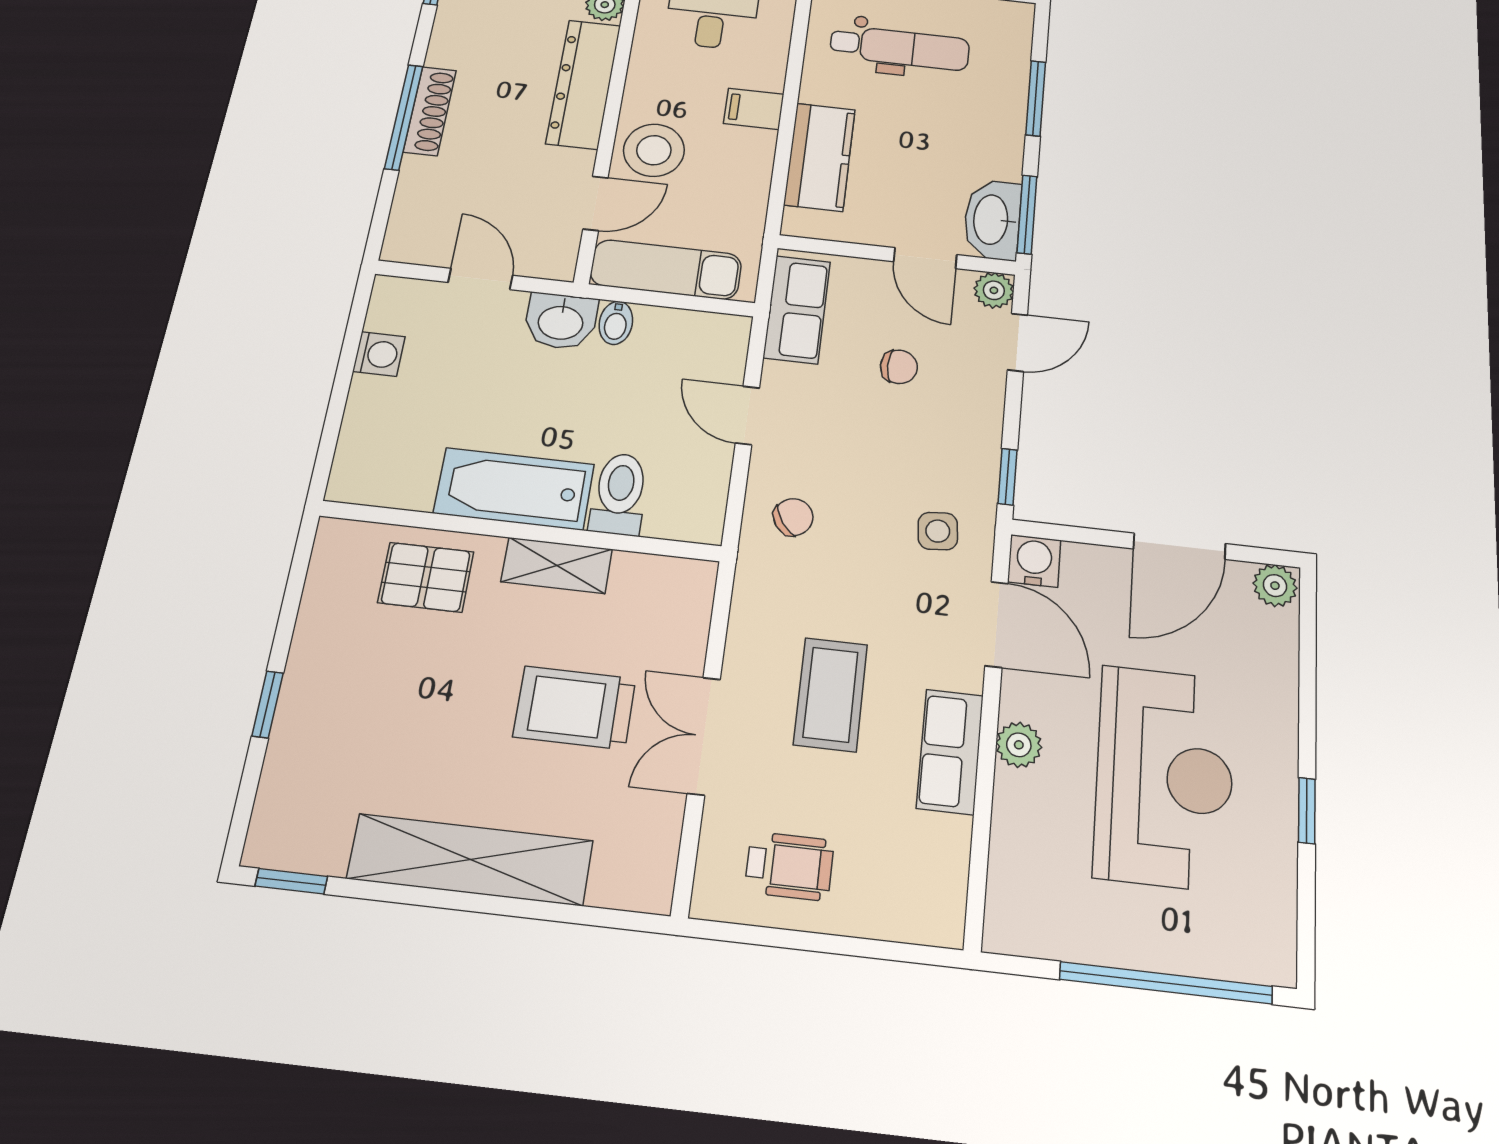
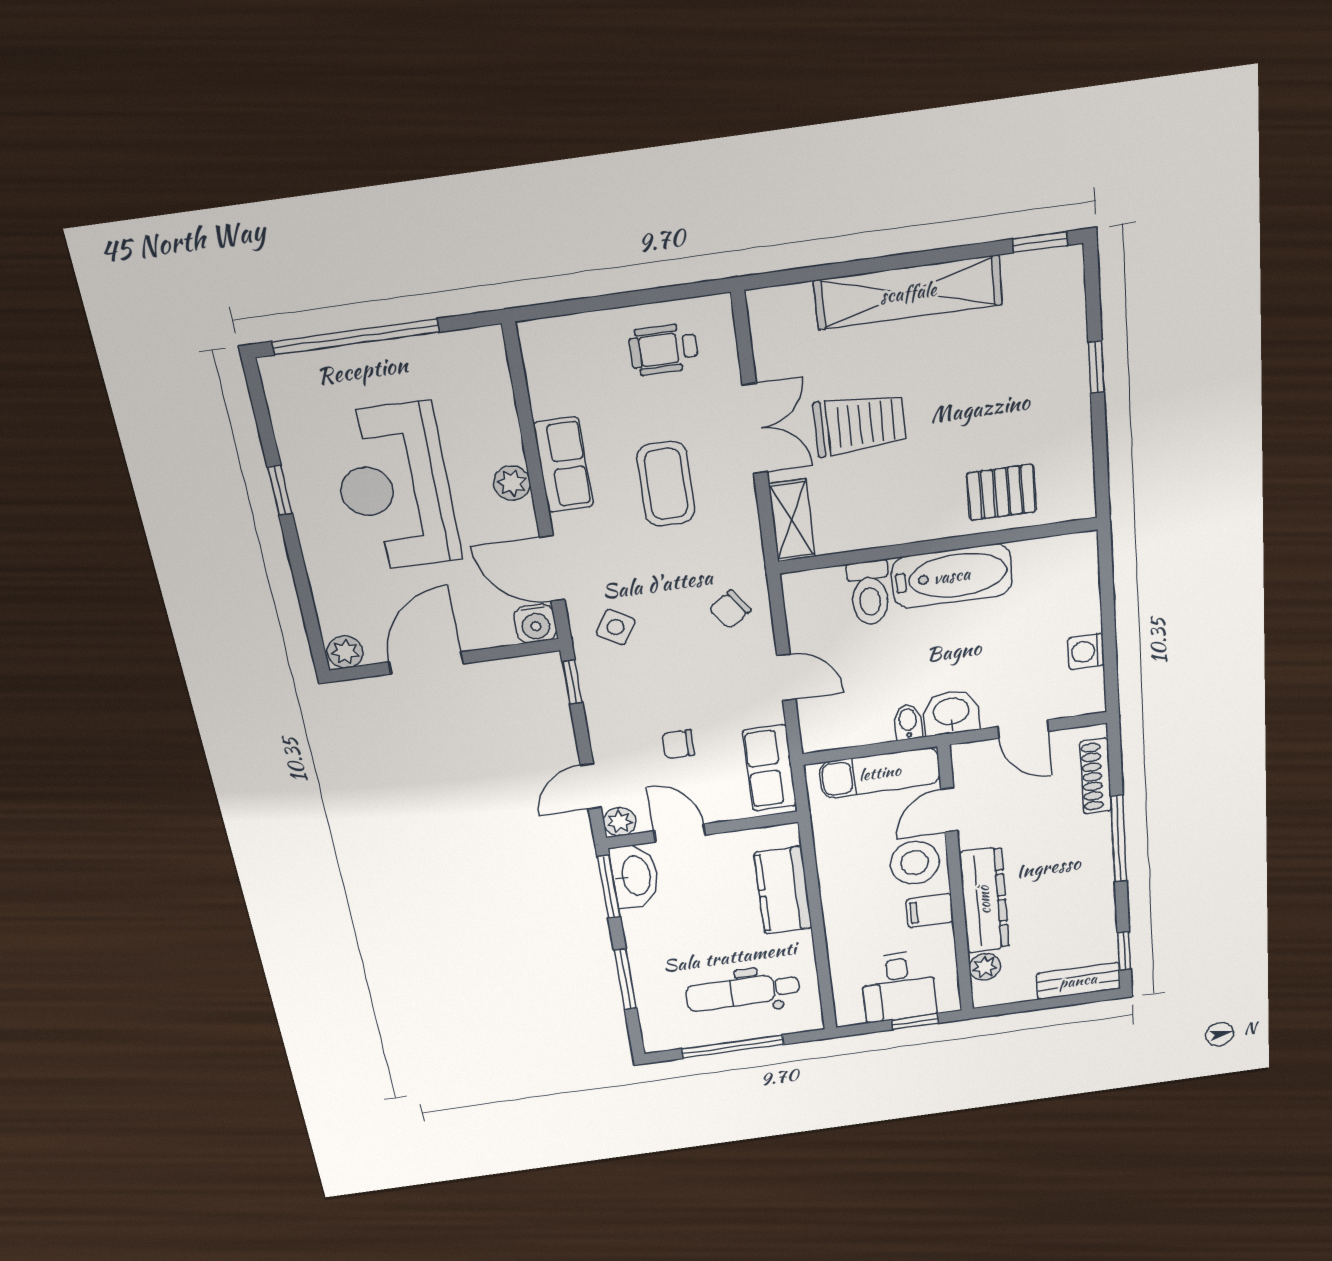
filing cabinet: (754, 109) -> (930, 911), moved, turned 180
shoe rack: (430, 111) -> (1096, 776), moved
side table: (938, 531) -> (616, 627), turned 36
shelving: (557, 565) -> (792, 520), moved, turned 90

